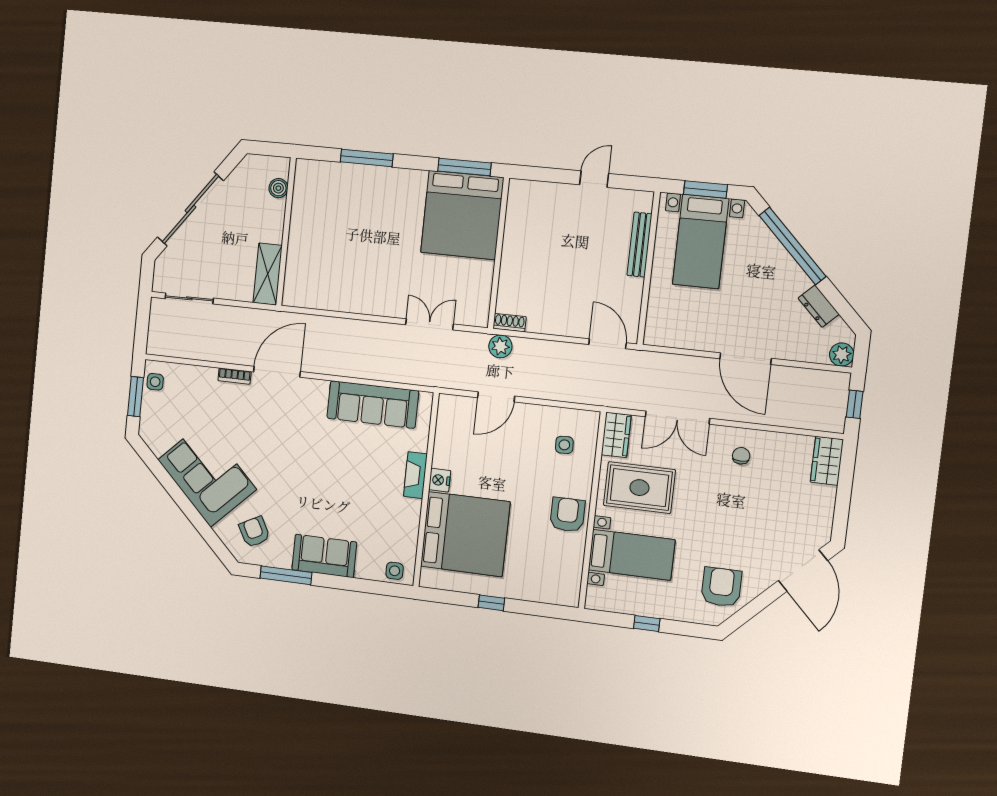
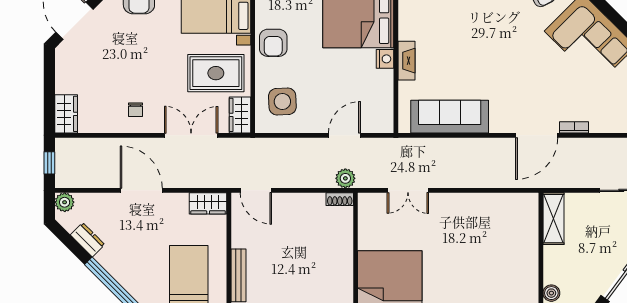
wardrobe: (666, 334) -> (208, 203), added
side table: (564, 445) -> (282, 101), width x1.87, depth x1.87

